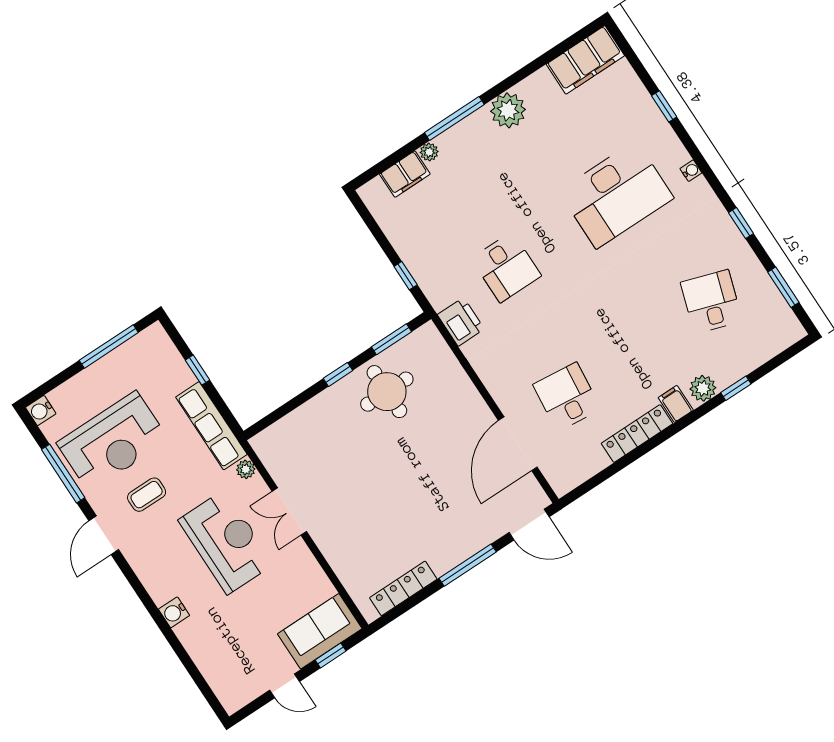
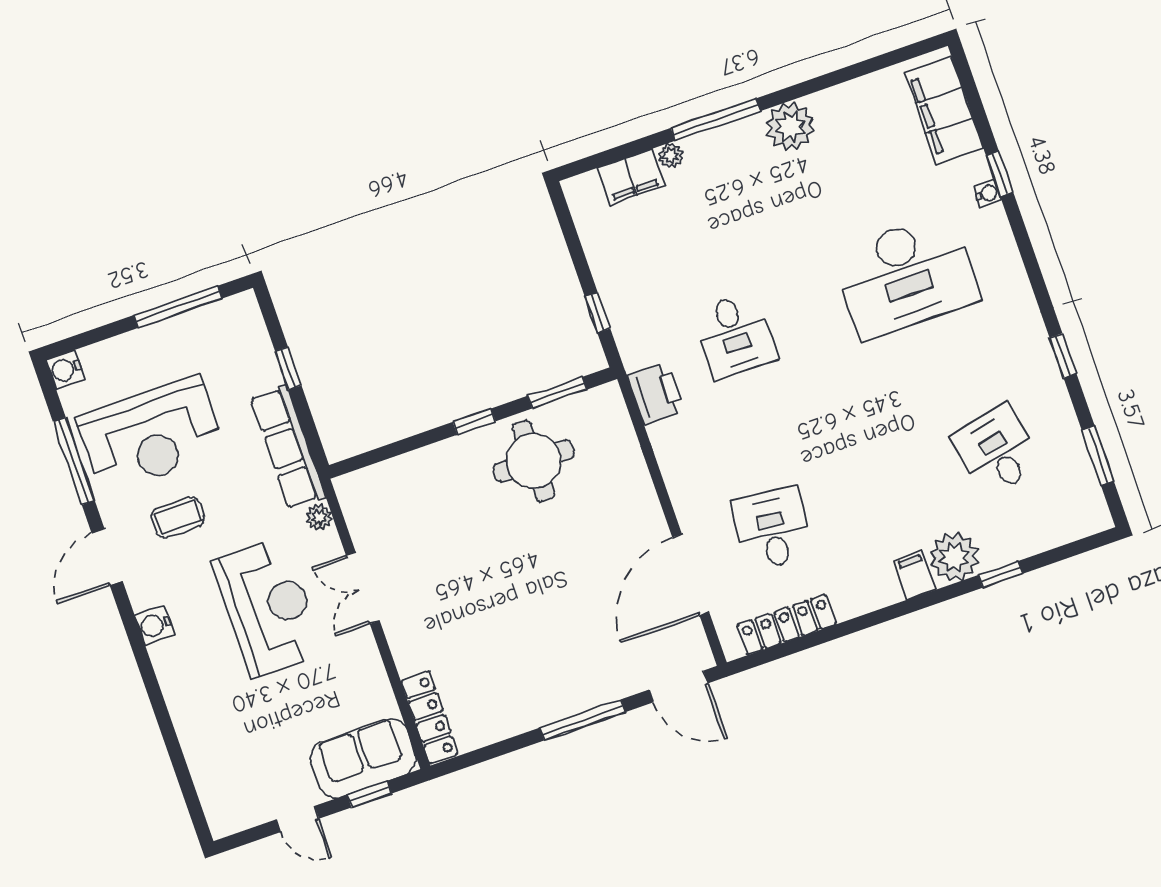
filing cabinet: (585, 60) -> (944, 110), moved, turned 90
water cooler: (691, 171) -> (988, 193), moved
desk: (711, 302) -> (997, 450), turned -30
plant: (703, 388) -> (954, 557), width x1.36, depth x1.36
locker: (637, 434) -> (786, 625), moved
locker: (403, 588) -> (429, 717), moved, turned 90
water cooler: (174, 612) -> (155, 625), moved

